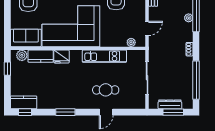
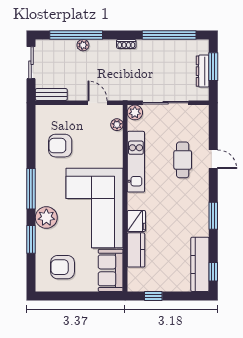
plant: (22, 55) -> (135, 112), moved
kitchen counter: (24, 102) -> (200, 264), width x1.50

